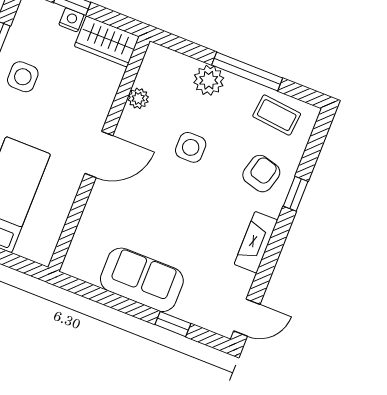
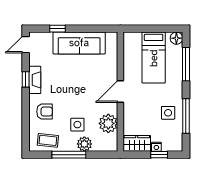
plant: (138, 98) -> (108, 123), width x1.88, depth x1.88
side table: (191, 147) -> (77, 125), moved
armchair: (261, 174) -> (44, 112), turned -105
window: (296, 194) -> (26, 79), moved
sofa: (142, 280) -> (79, 43), width x1.36

